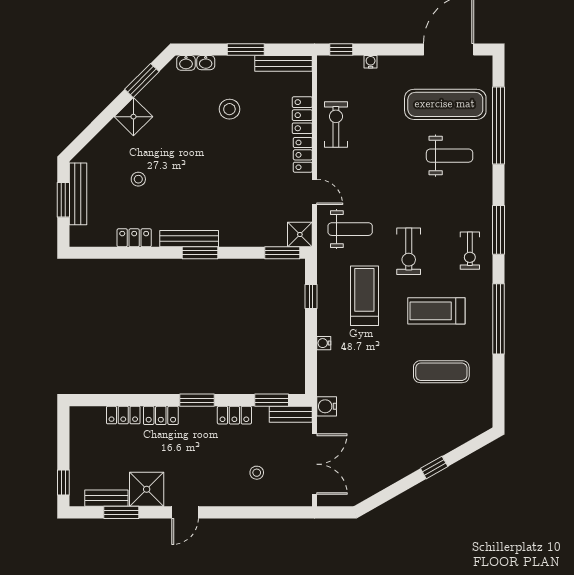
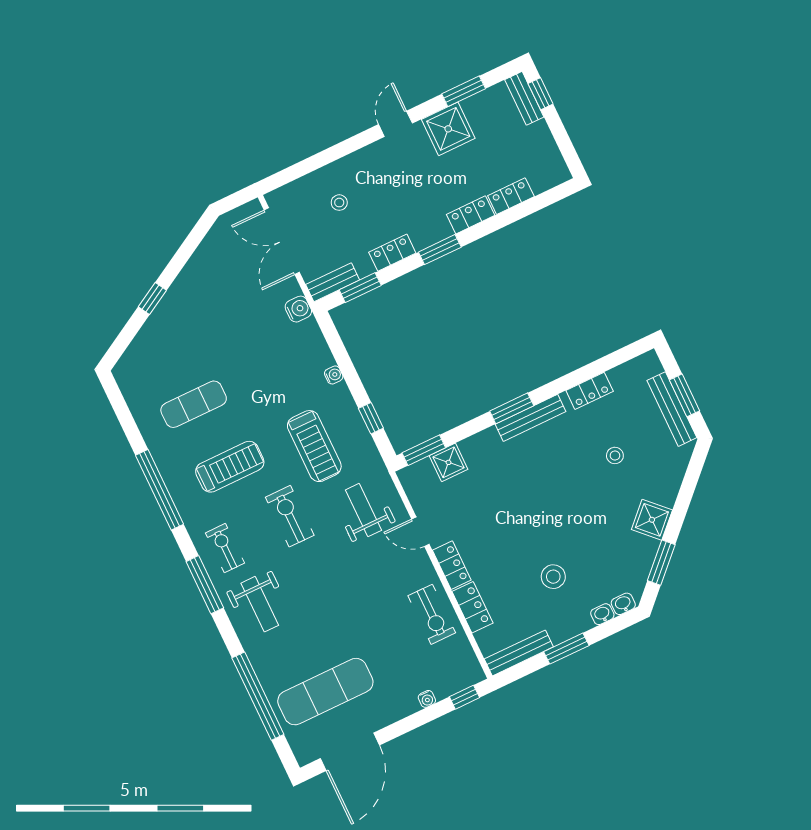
weight bench: (450, 156) -> (260, 604), moved, turned -90
weight bench: (350, 229) -> (364, 510), turned 90
shower: (300, 234) -> (449, 462), moved
bench: (106, 498) -> (524, 98), moved, turned 90

